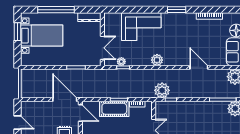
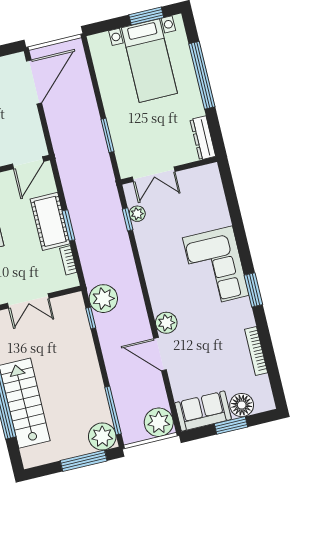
corner sofa: (141, 27) -> (216, 267), moved
plant: (157, 60) -> (166, 323), moved
door: (199, 67) -> (160, 354), swing flipped
door: (65, 100) -> (34, 82), moved

